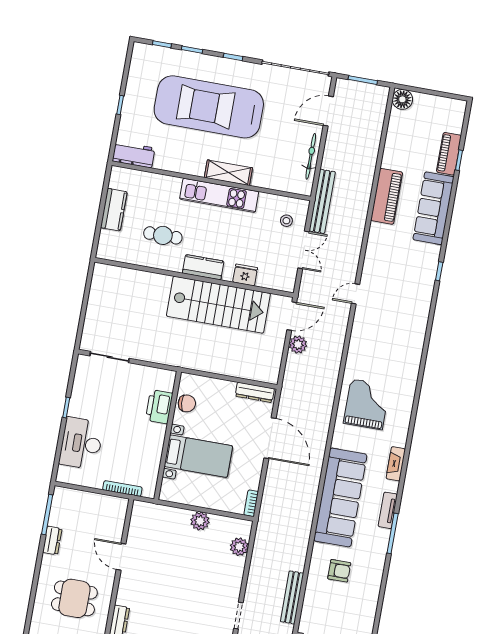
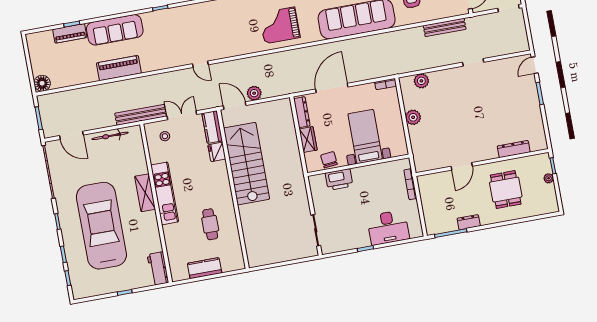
car: (209, 107) -> (101, 226), turned 180
kitchen counter: (203, 267) -> (212, 127), moved
wardrobe: (220, 388) -> (308, 140), added

